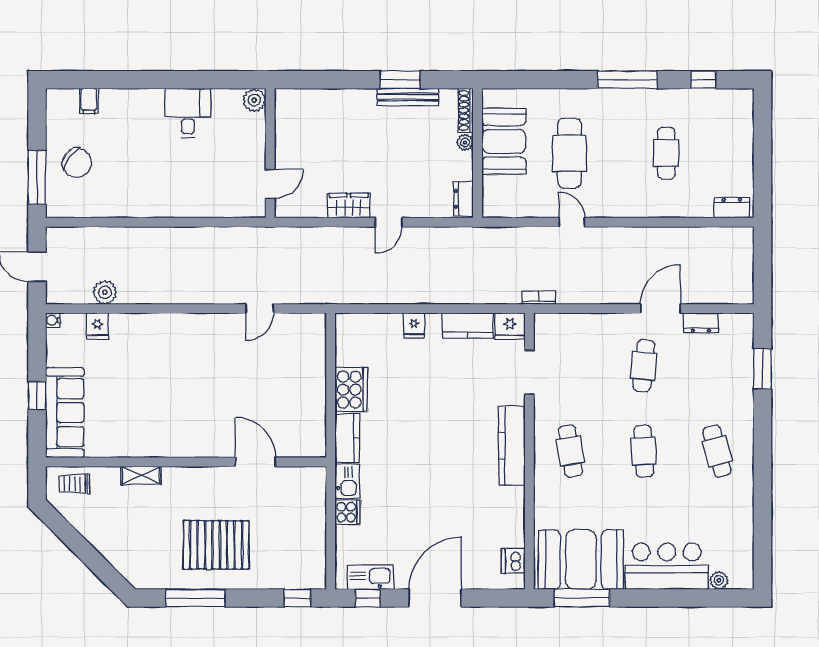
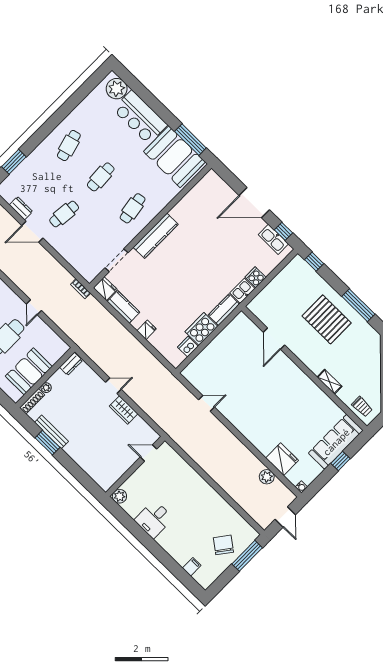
fridge: (97, 326) -> (282, 459), width x1.88, depth x1.34
dishwasher: (513, 561) -> (188, 347), moved, turned 180
plant: (719, 580) -> (117, 89), width x1.88, depth x1.88

